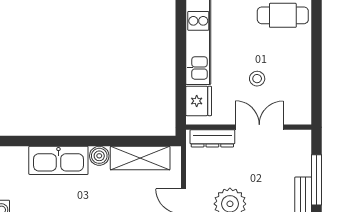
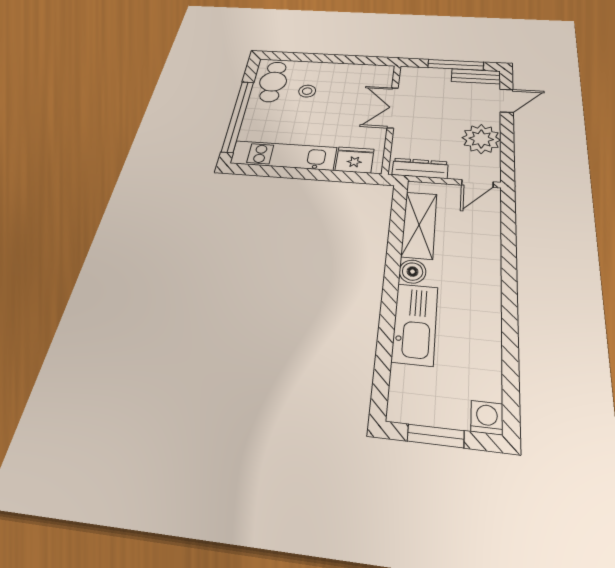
stool: (257, 79) -> (307, 91), moved
dresser: (212, 138) -> (420, 168), moved, turned -90

